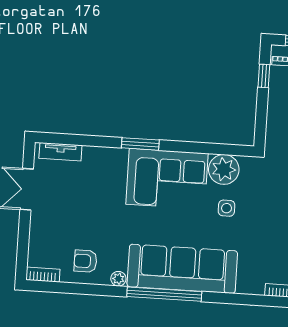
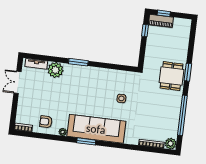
plant: (224, 169) -> (55, 70), moved
corner sofa: (167, 179) -> (91, 81), removed
window: (164, 294) -> (86, 141), width x0.47

